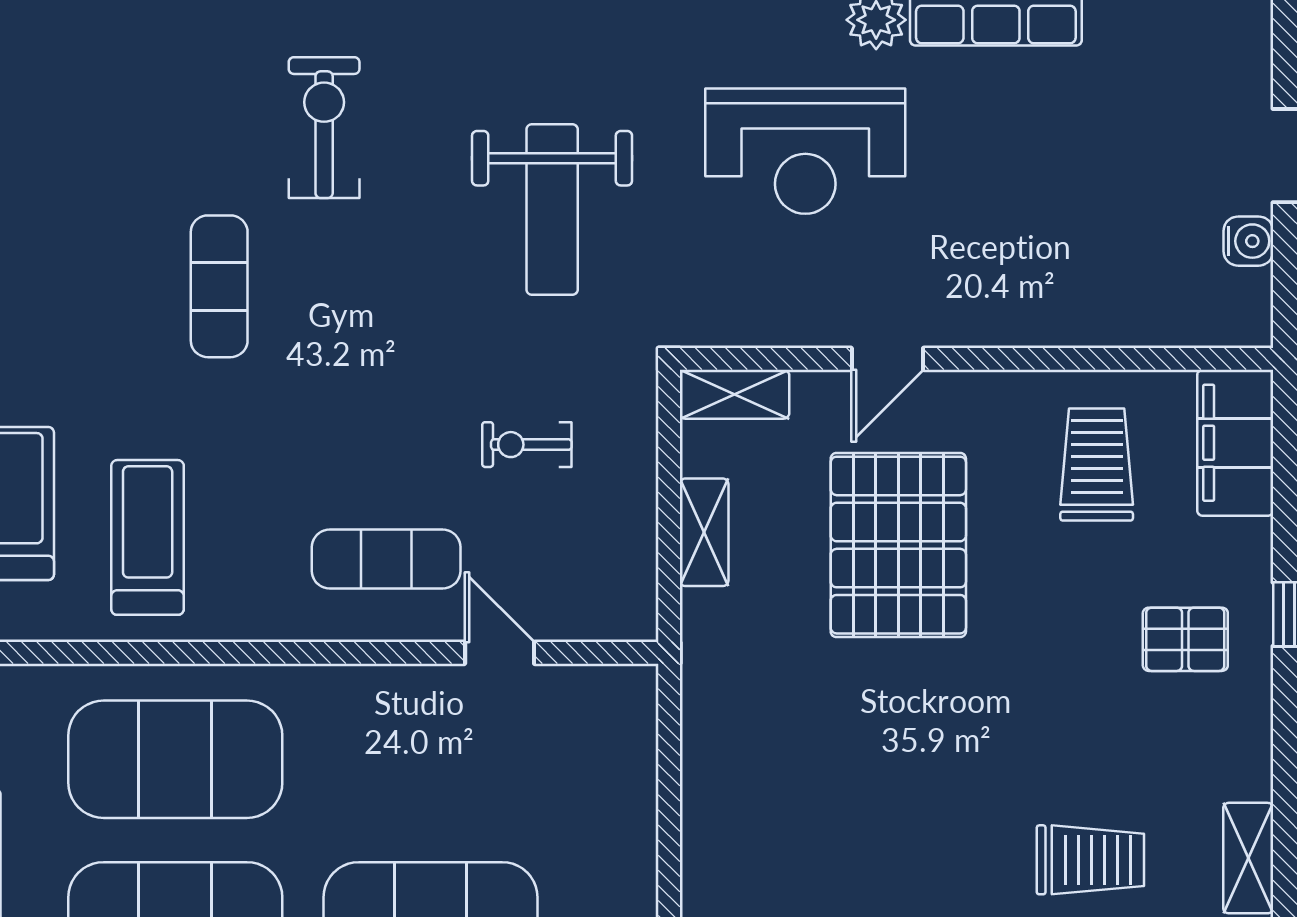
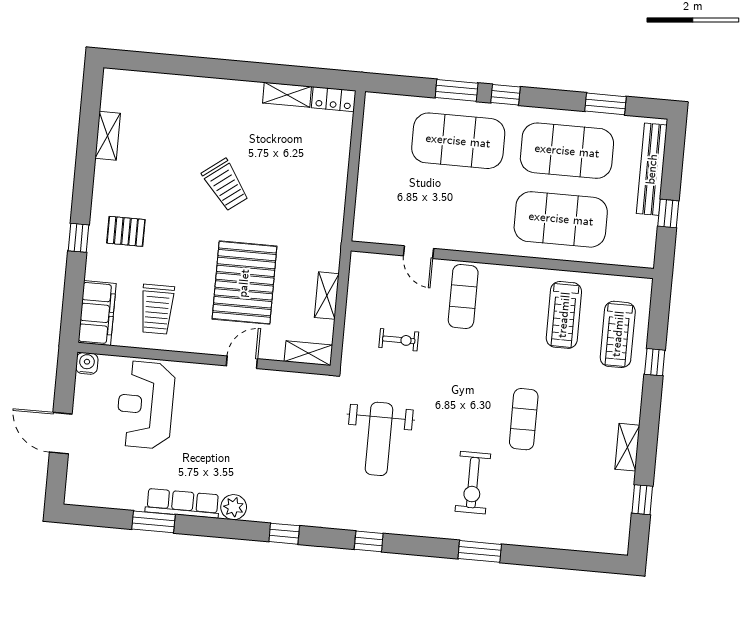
reception desk: (805, 151) -> (145, 405), moved, turned -90
weight bench: (552, 209) -> (379, 439), turned 180
water cooler: (1248, 241) -> (87, 363), moved, turned 90
exercise mat: (386, 559) -> (463, 297), turned 90
trolley: (1090, 860) -> (225, 185), moved, turned -127

